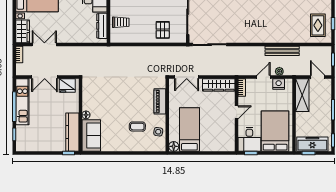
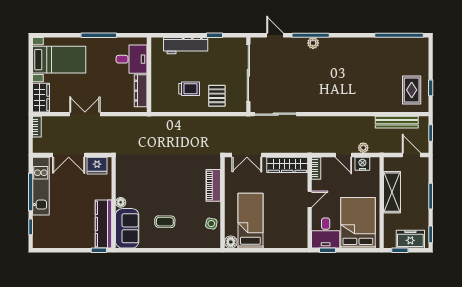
trolley: (121, 22) -> (189, 89), moved
double door: (44, 45) -> (85, 114), moved
bench: (282, 51) -> (397, 122), moved
door: (264, 77) -> (343, 155), swing flipped
shelving: (302, 95) -> (392, 192), moved
coffee table: (137, 127) -> (165, 222), moved
freezer: (312, 144) -> (410, 239), width x0.71

